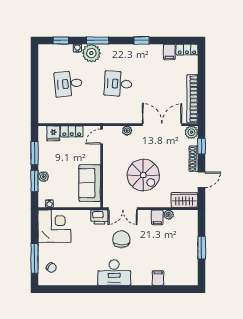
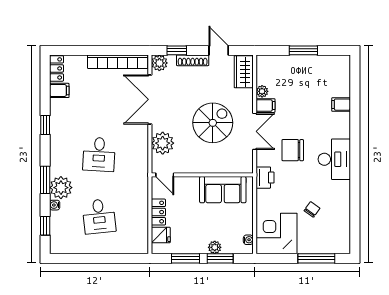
plant: (127, 131) -> (163, 143), width x1.87, depth x1.87
double door: (123, 209) -> (255, 131), moved
chair: (51, 268) -> (312, 209), moved

